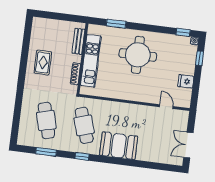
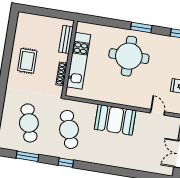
window: (116, 24) -> (141, 28), moved
booth: (119, 146) -> (115, 120), moved

